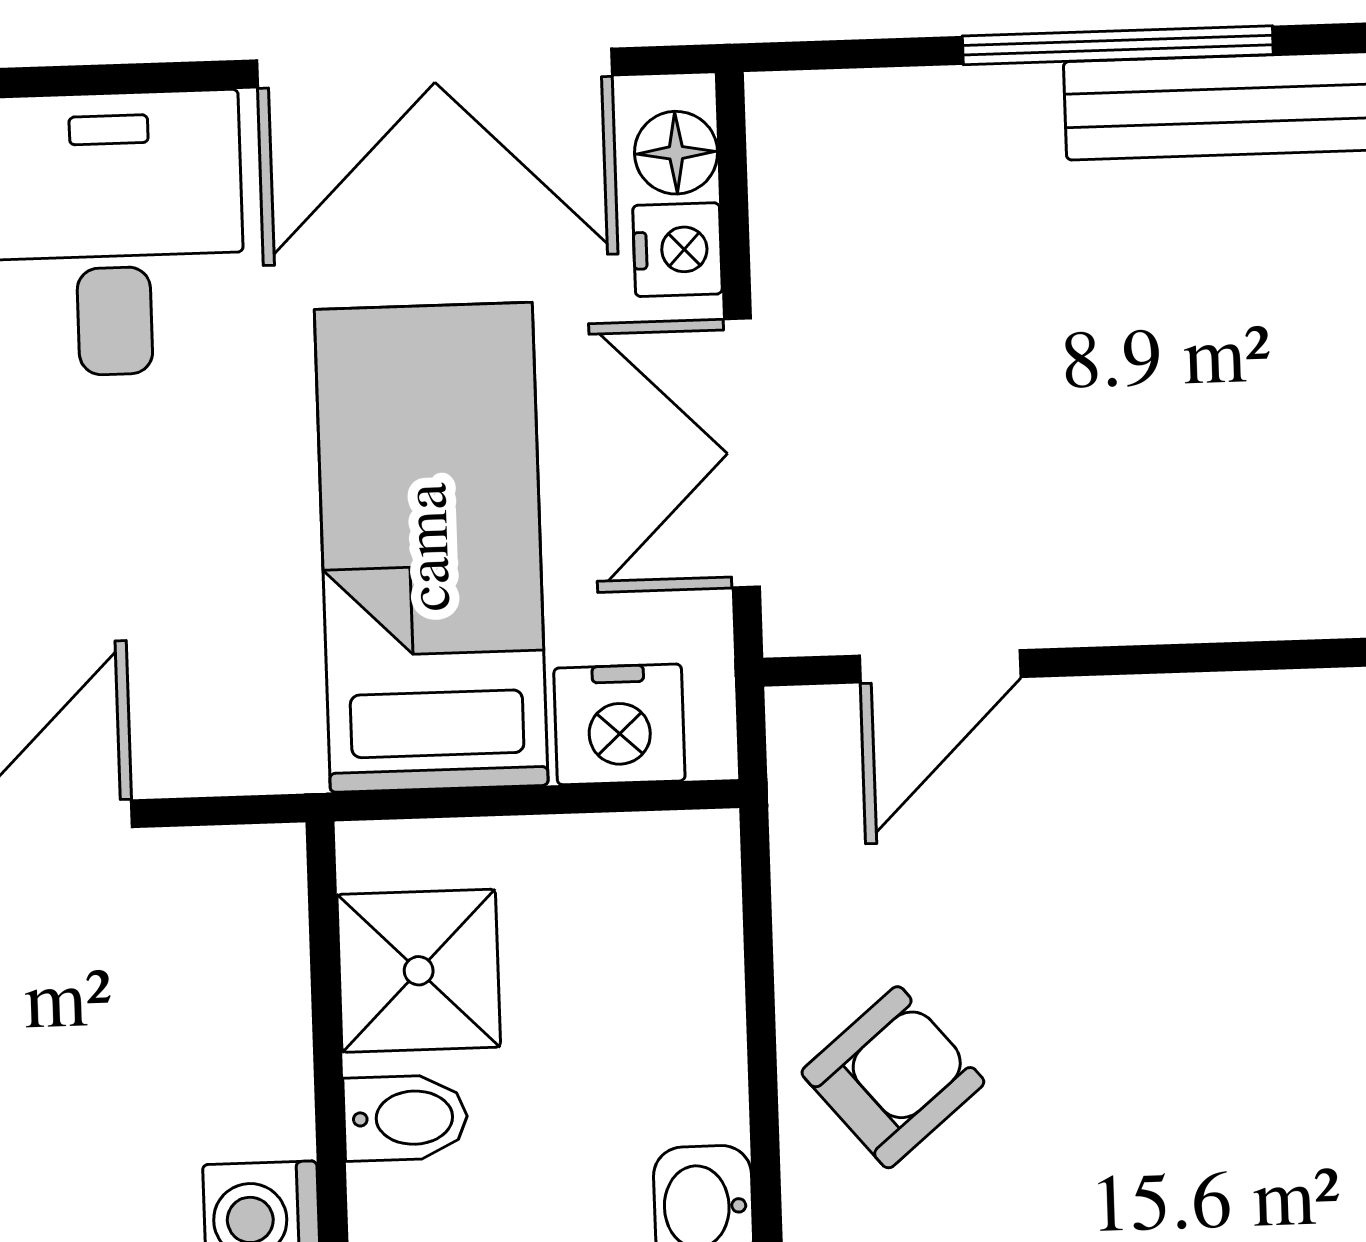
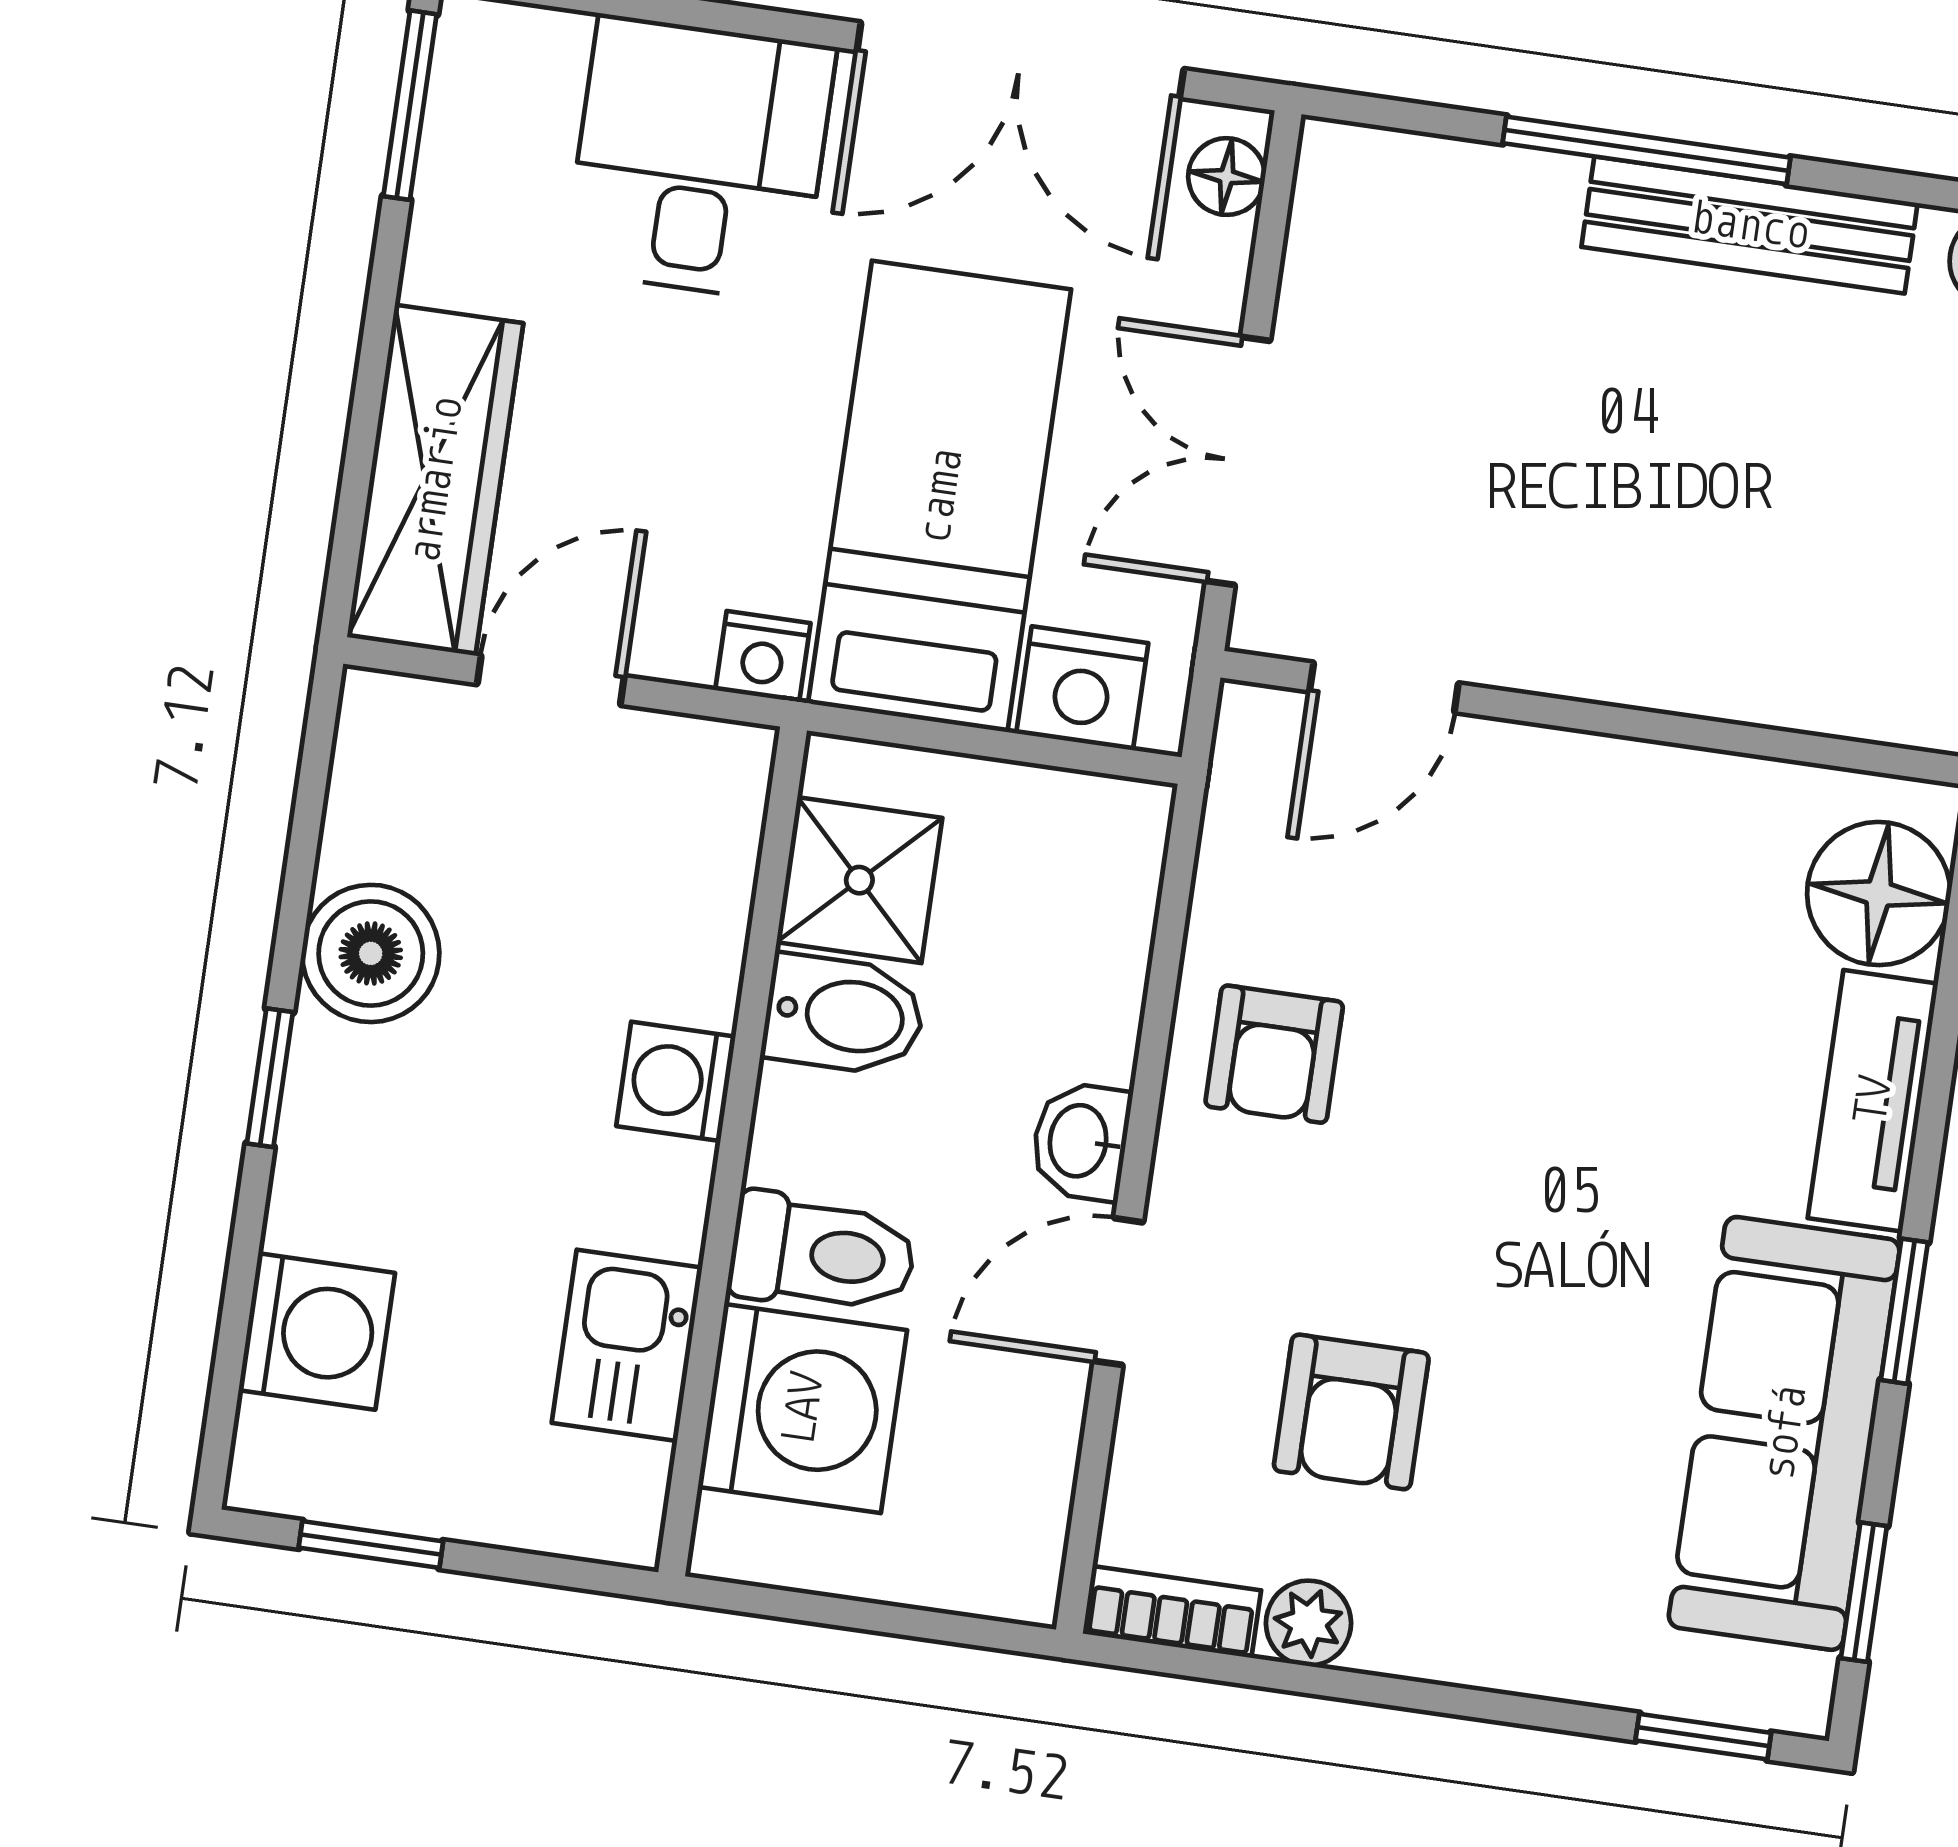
nightstand: (677, 250) -> (763, 657), moved, turned 90
armchair: (893, 1077) -> (1274, 1054), turned 130
bidet: (406, 1118) -> (844, 1015), width x1.38, depth x1.36

